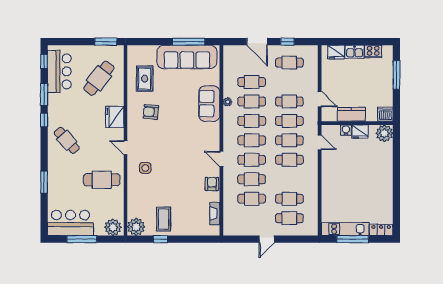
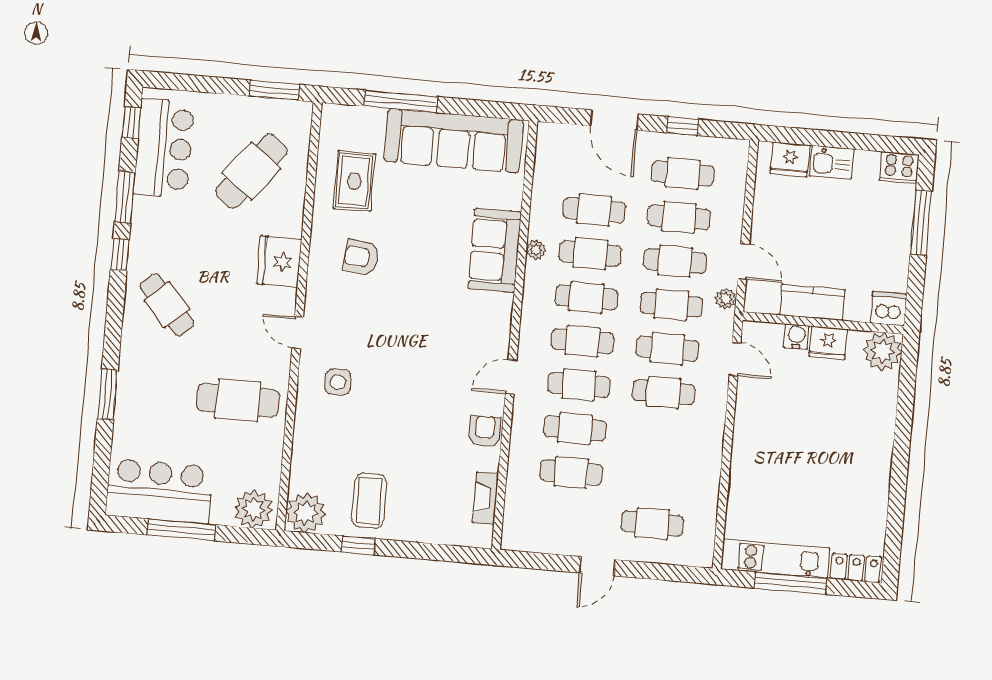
window: (189, 42) -> (401, 101), moved
cooker: (373, 52) -> (899, 168), moved
plant: (313, 116) -> (726, 299), added
door: (221, 159) -> (511, 377), hinge flipped
cafe table: (289, 199) -> (679, 217), moved

